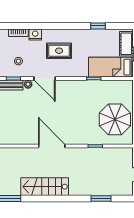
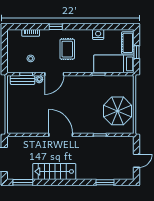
window: (98, 26) -> (56, 27), moved
nightstand: (35, 34) -> (98, 34), moved
rug: (59, 51) -> (67, 49), turned 90
door: (45, 79) -> (54, 74), hinge flipped

